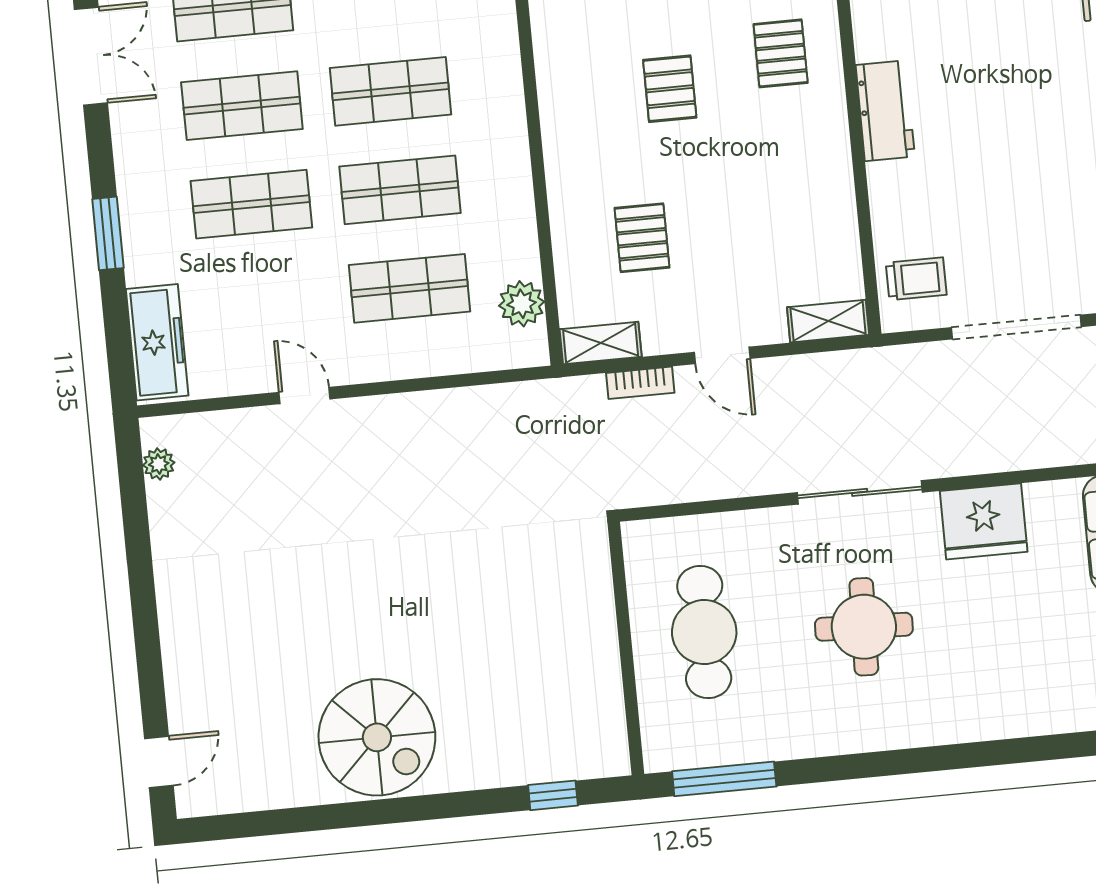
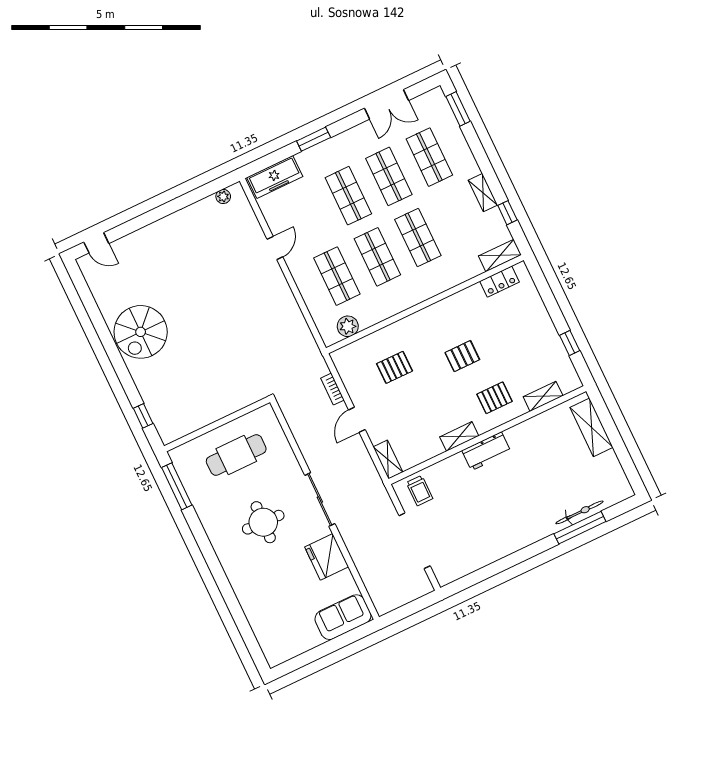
shelving: (601, 343) -> (459, 436), moved, turned 90

